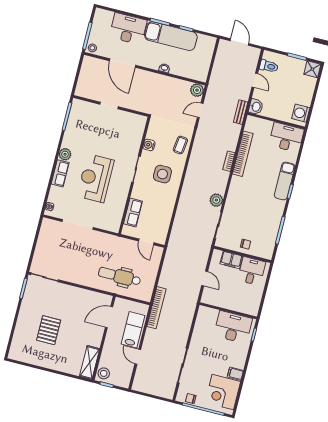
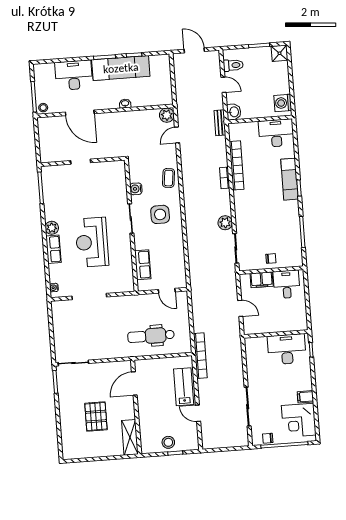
door: (109, 317) -> (134, 383), moved
wall: (104, 338) -> (136, 407), moved
shelving: (90, 362) -> (130, 437), moved

